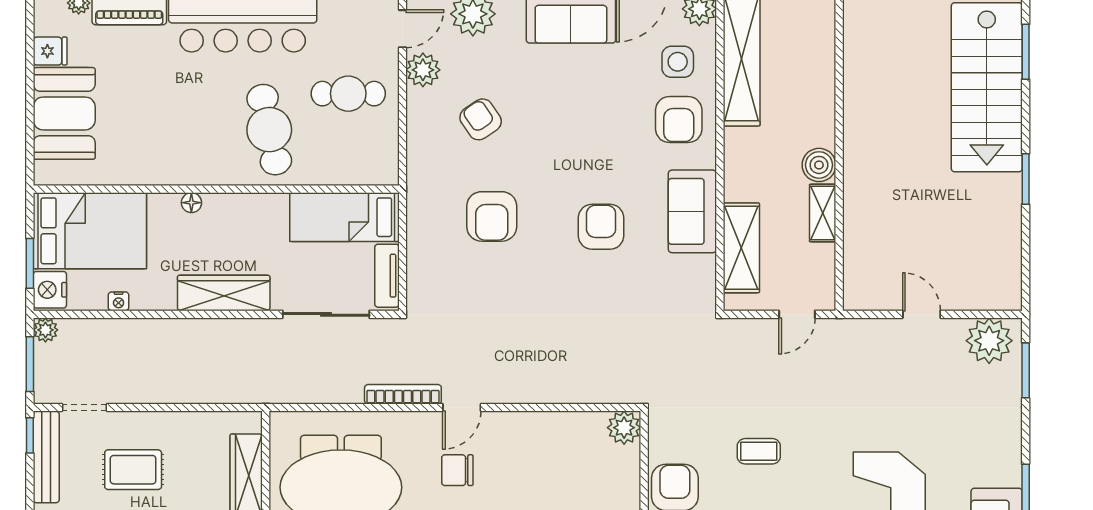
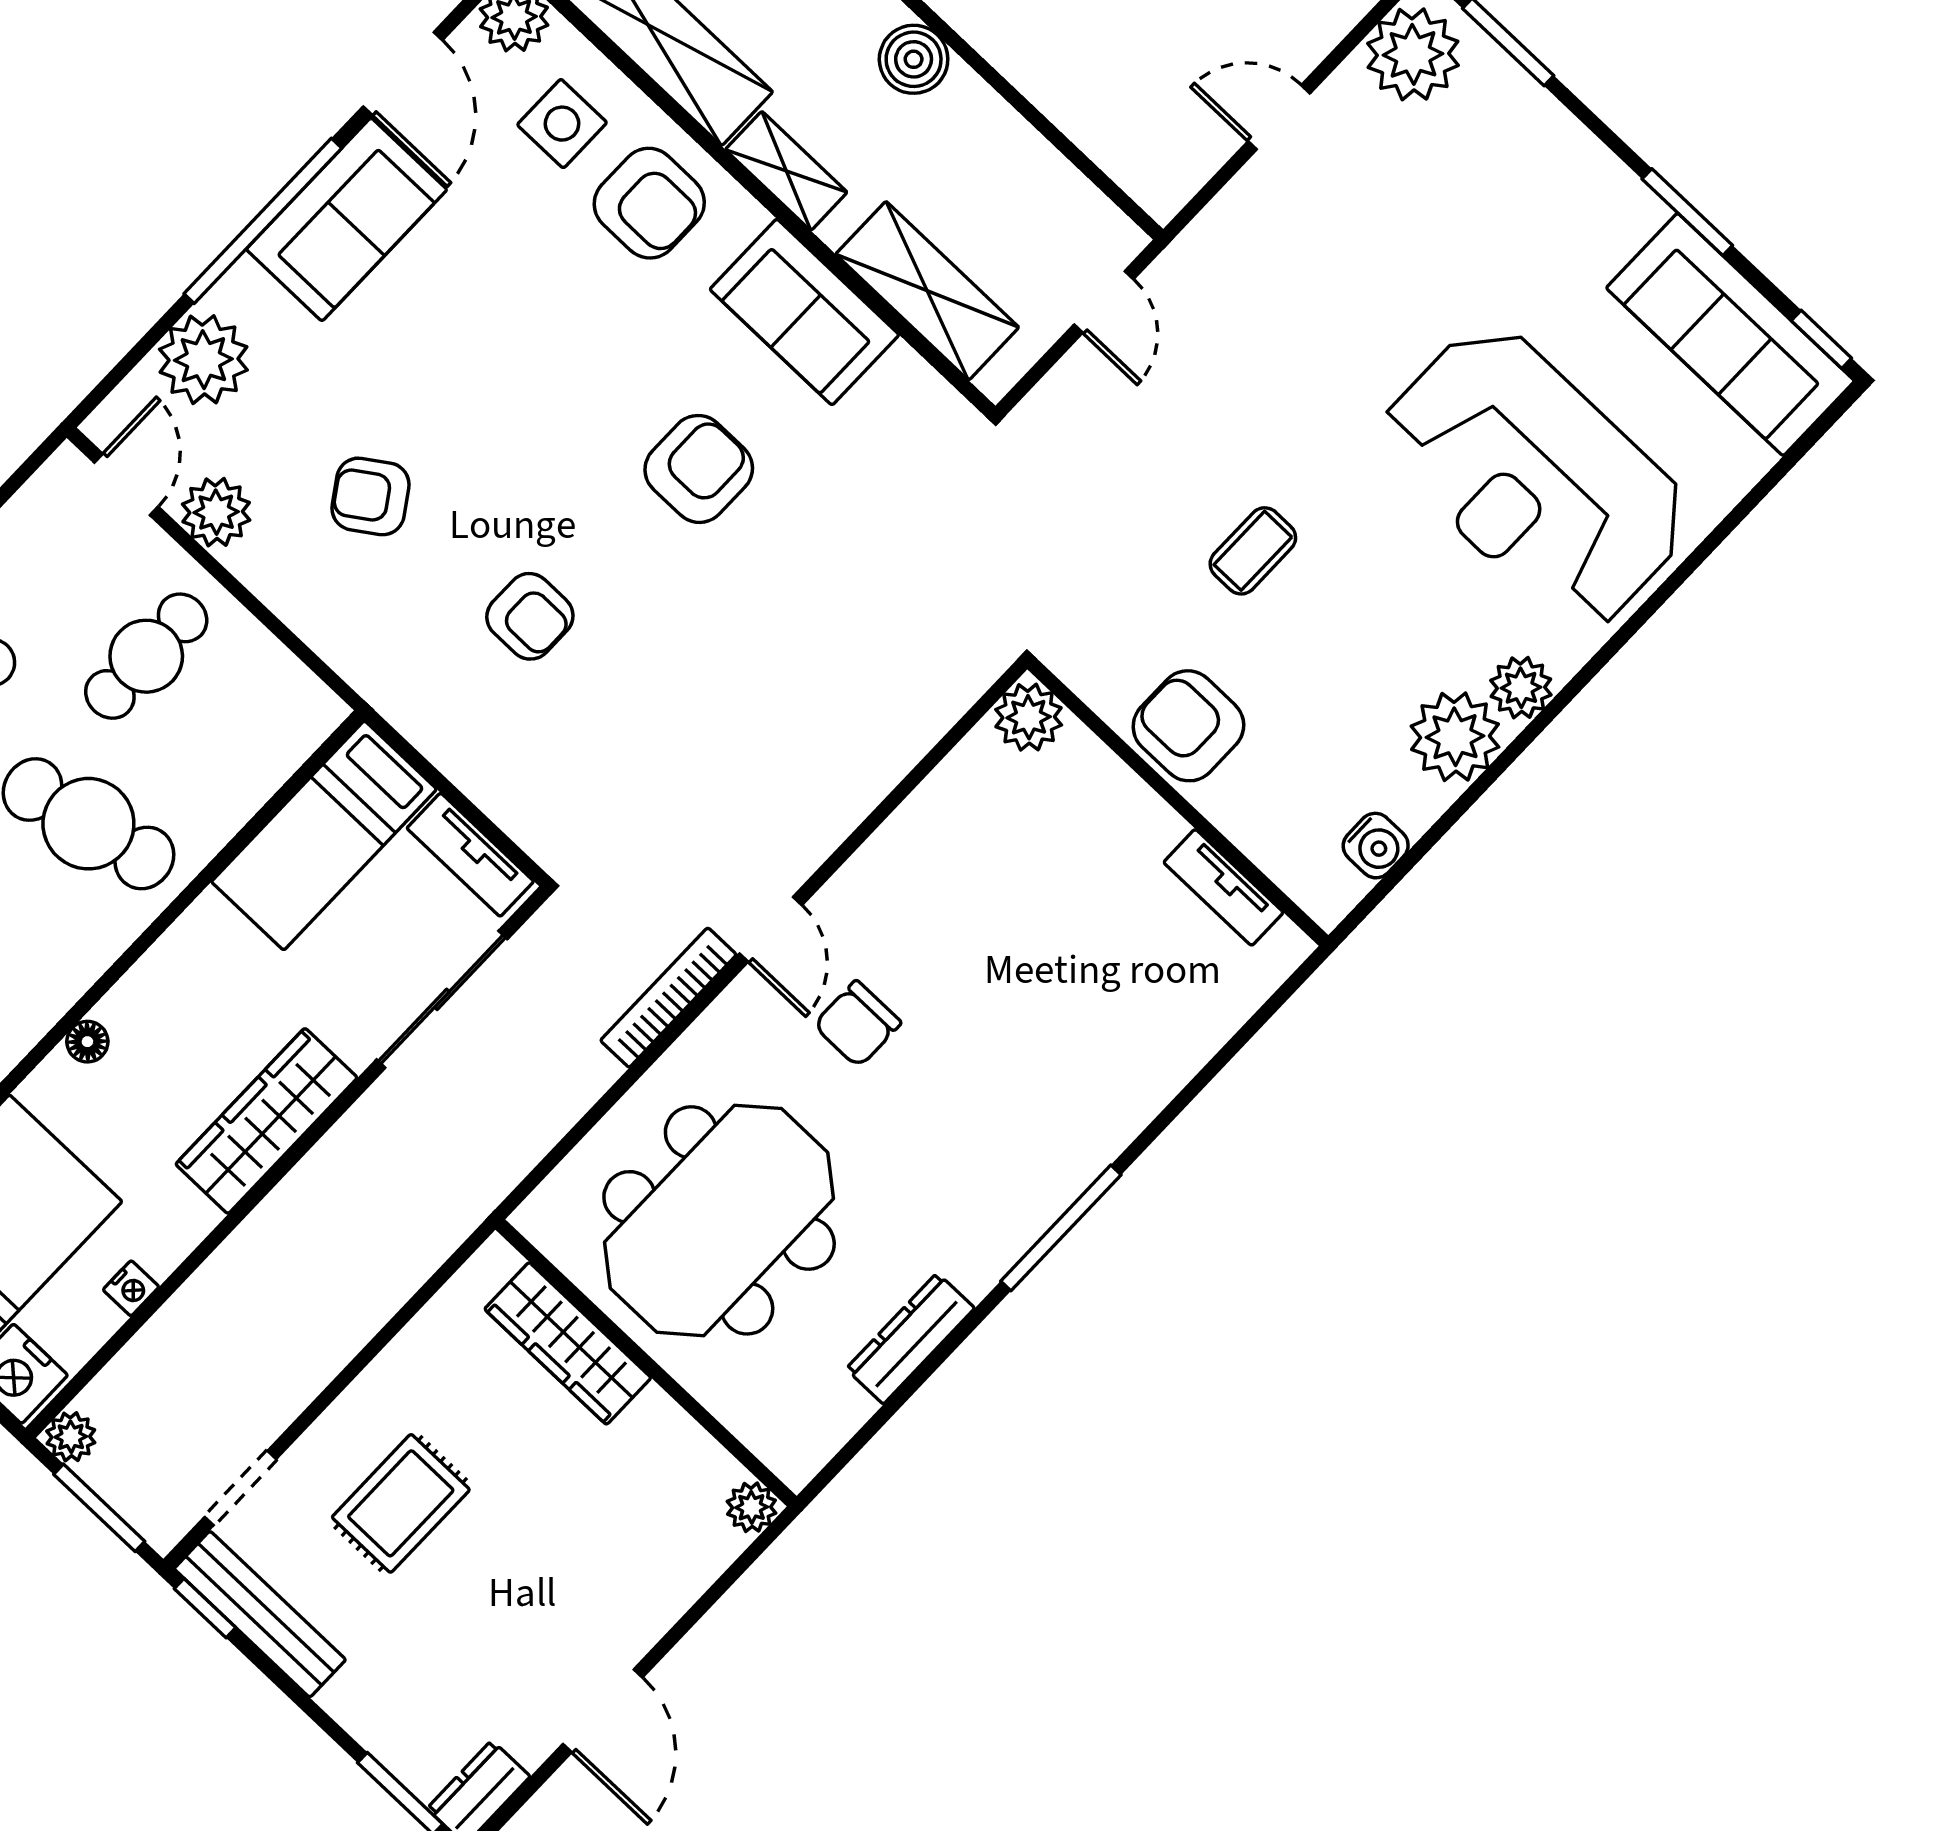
shelving: (823, 213) -> (786, 171), moved
armchair: (492, 216) -> (530, 616), width x0.72, depth x0.72
armchair: (601, 227) -> (699, 469), turned 90

